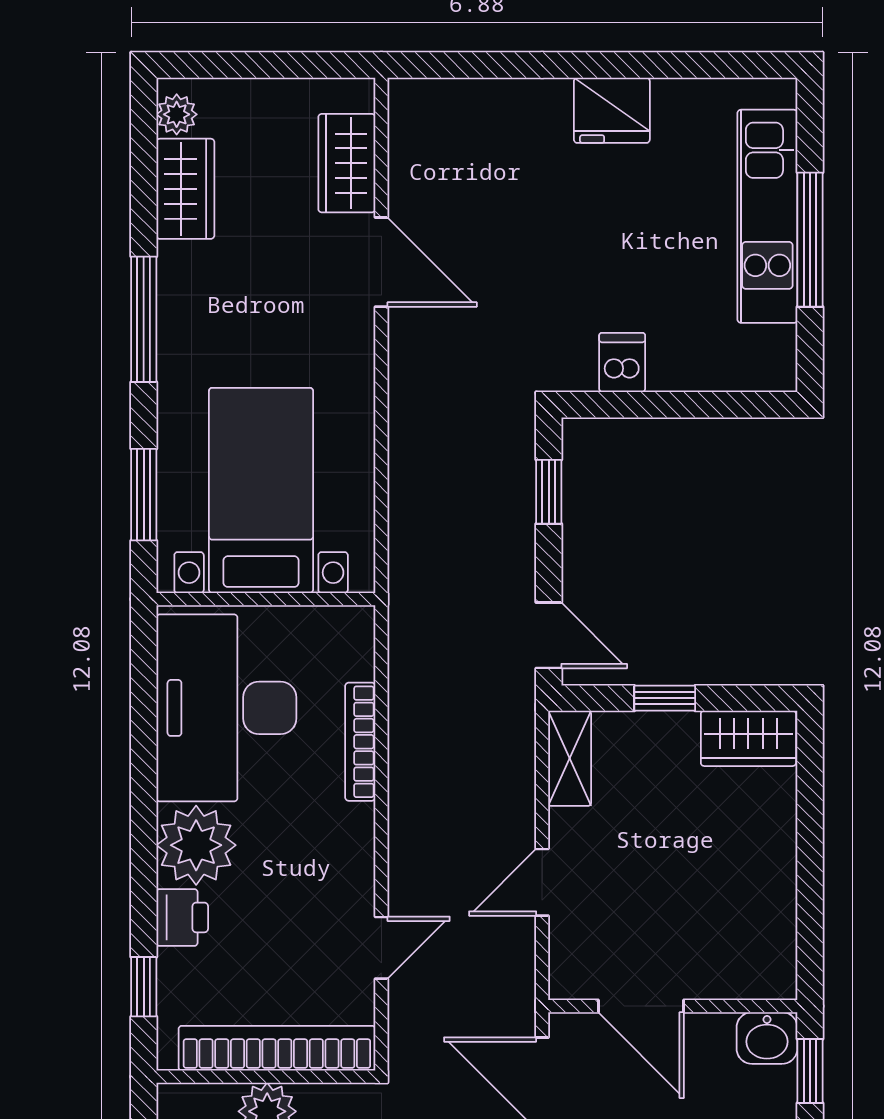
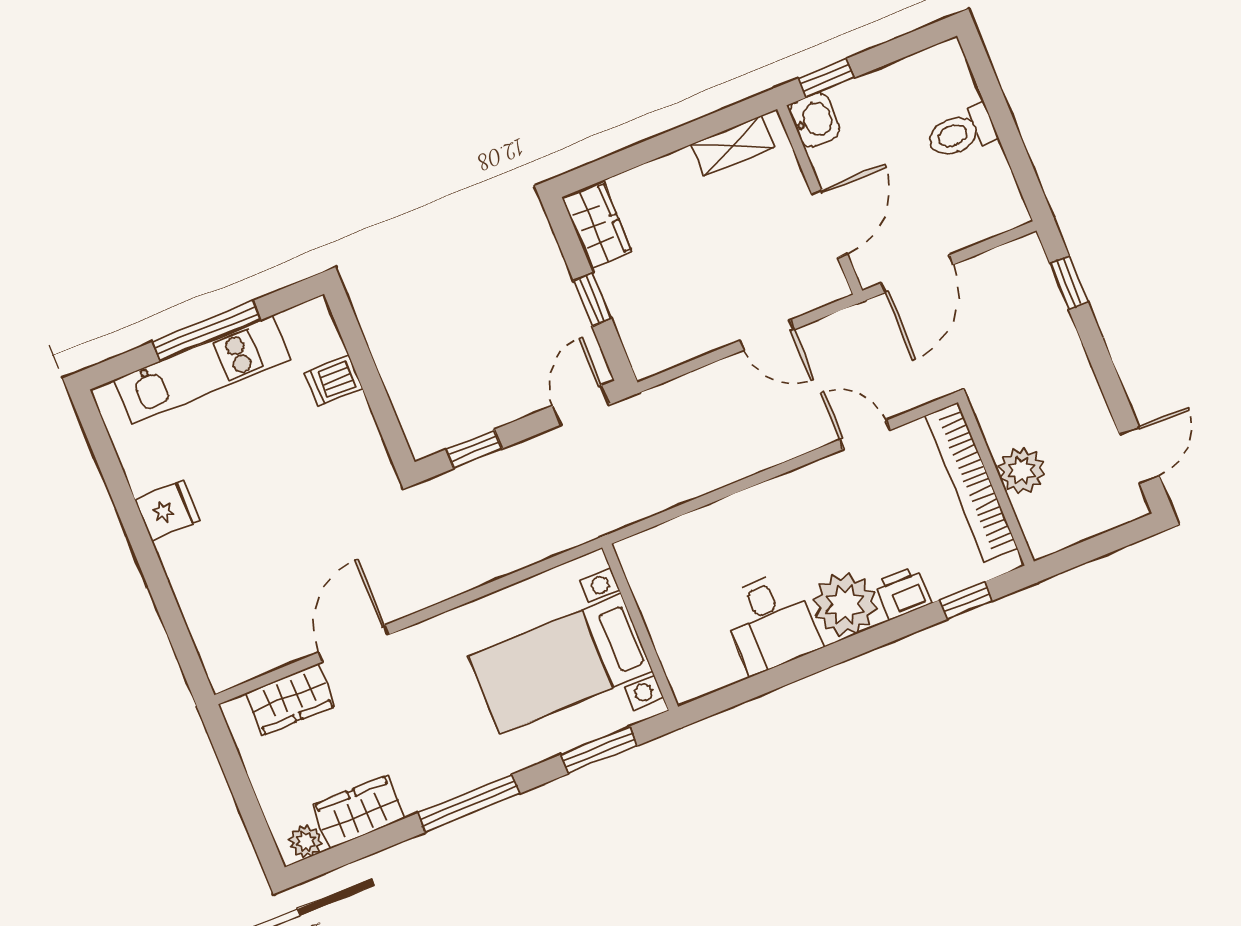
fridge: (612, 110) -> (167, 510), width x0.72
dishwasher: (622, 362) -> (334, 380), moved
desk: (226, 708) -> (771, 622), width x0.53, depth x0.77
bookcase: (360, 742) -> (718, 513), removed
shelving: (570, 758) -> (733, 146), moved

